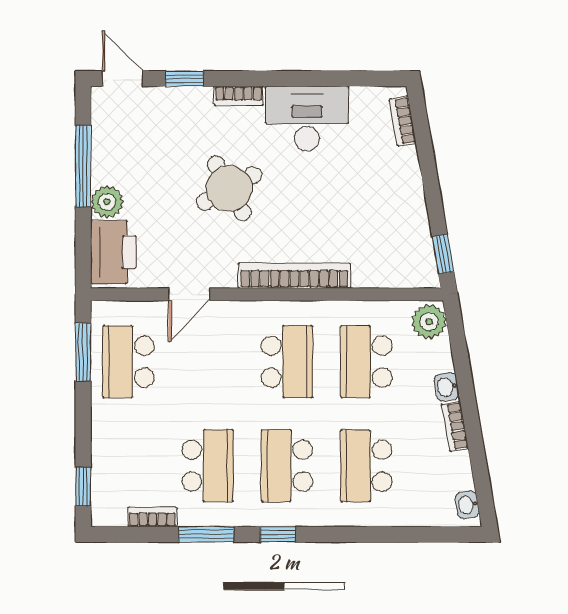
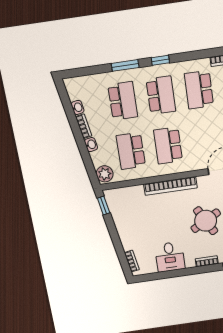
desk: (307, 119) -> (170, 257), width x0.73
school desk: (366, 362) -> (131, 151), turned 180
washbasin: (467, 505) -> (78, 107), moved
window: (206, 534) -> (125, 65), moved

